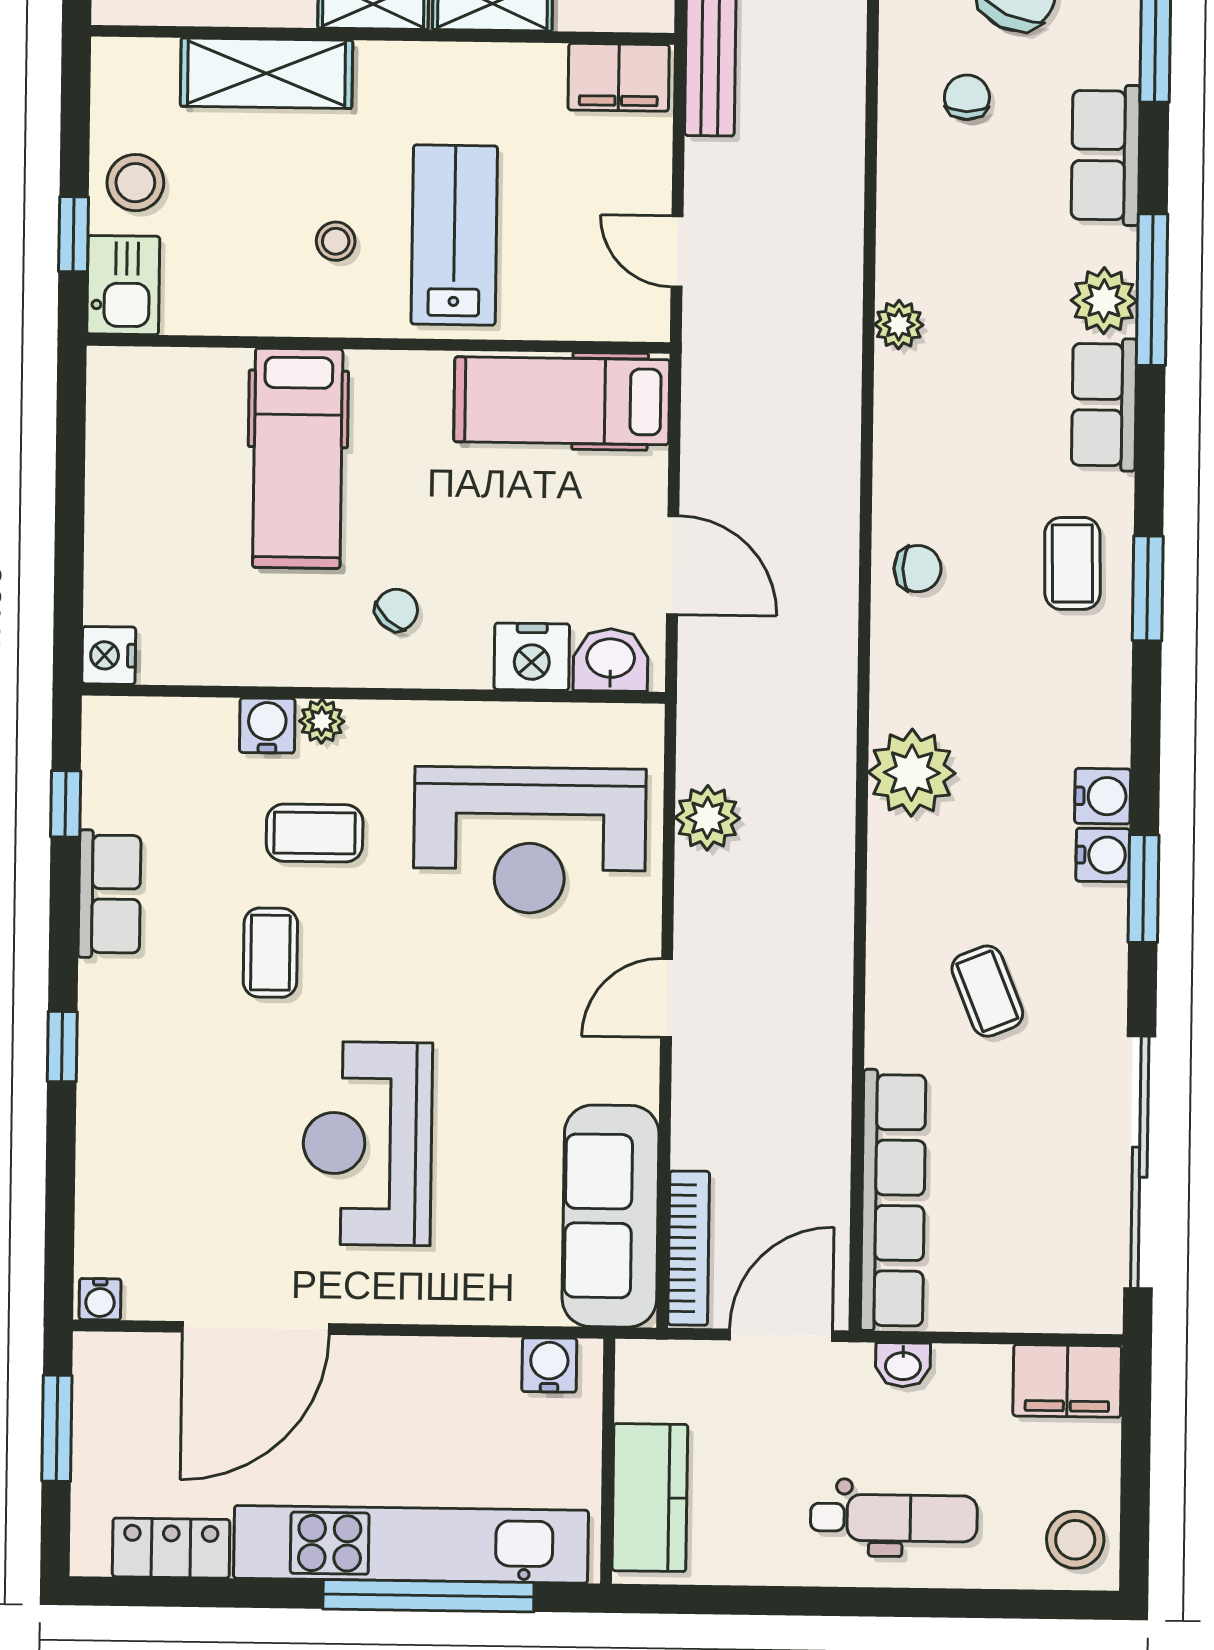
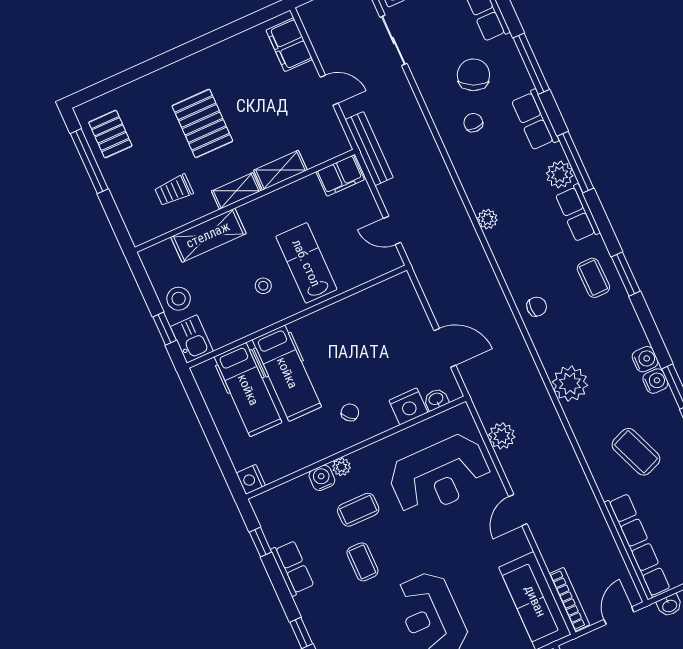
hospital bed: (562, 401) -> (248, 390), moved, turned -90
washbasin: (611, 660) -> (436, 399), width x0.72, depth x0.69
coffee table: (987, 991) -> (636, 452), width x1.36, depth x1.30
door: (781, 1335) -> (619, 616), width x0.73

